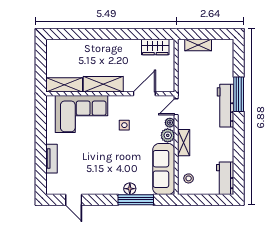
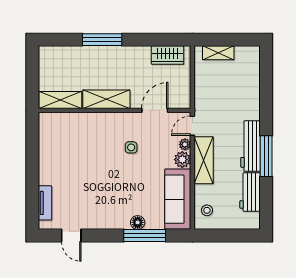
window: (100, 34) -> (102, 40), added
window: (239, 94) -> (266, 156), moved
workbench: (225, 106) -> (251, 146), moved
corner sofa: (81, 114) -> (80, 134), removed
shelving: (184, 143) -> (204, 160), width x1.50, depth x1.33
tv unit: (51, 159) -> (45, 203), moved
workbench: (225, 178) -> (250, 192), moved

